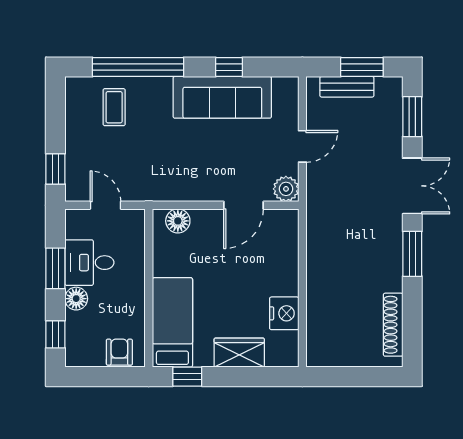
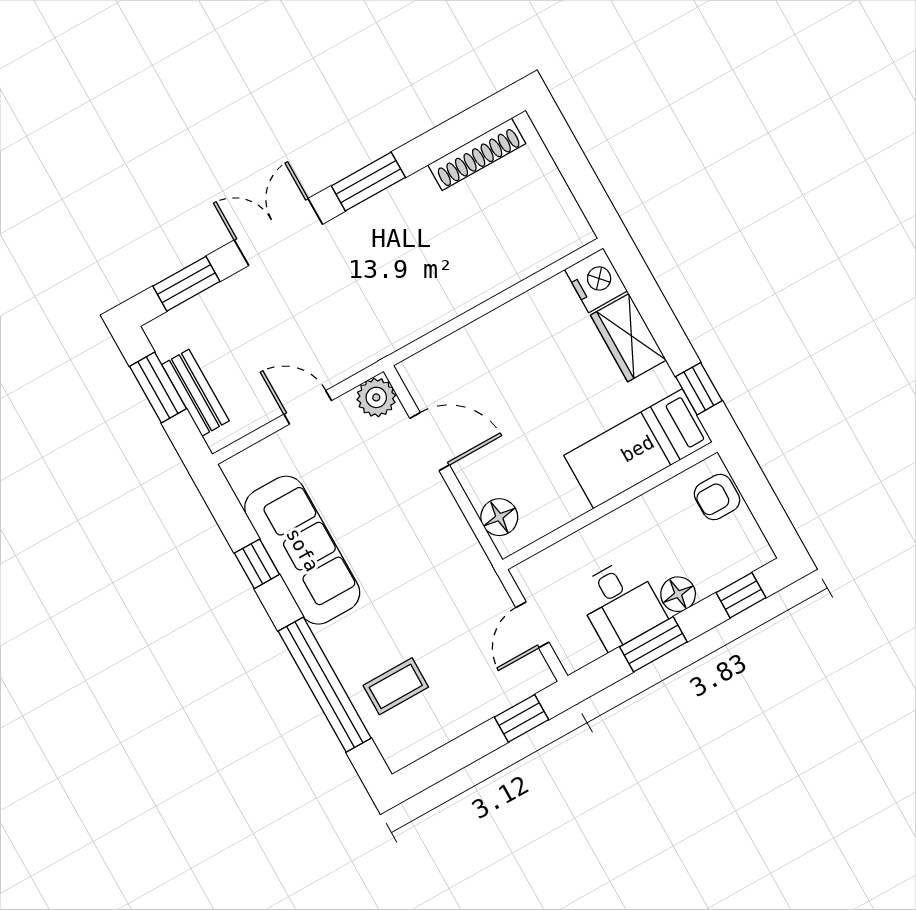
nightstand: (284, 313) -> (596, 280), moved, turned 90

